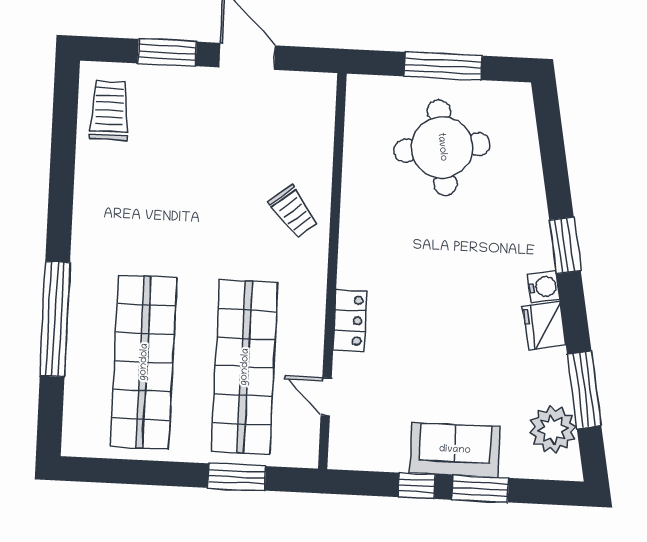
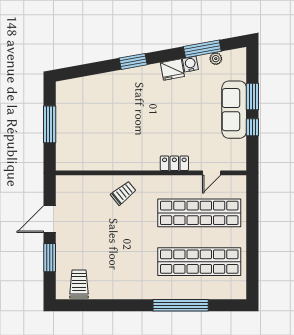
trolley: (109, 111) -> (79, 284), turned 90
round table: (442, 147) -> (89, 123), removed
water cooler: (544, 287) -> (190, 64), moved
plant: (553, 429) -> (216, 59), width x0.53, depth x0.53
sofa: (455, 450) -> (234, 110), width x1.36
window: (237, 477) -> (252, 214), removed

